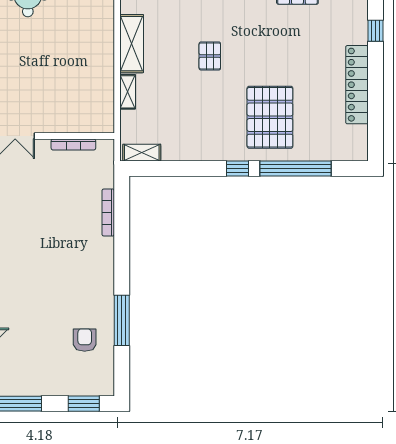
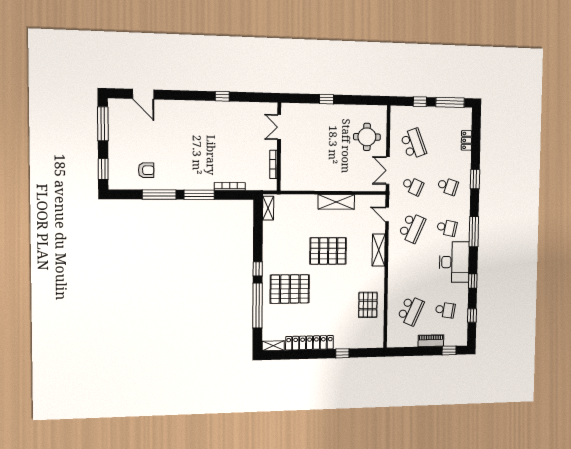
pallet: (210, 56) -> (328, 251), width x2.05, depth x2.00
shelving: (128, 92) -> (273, 346), moved
window: (122, 260) -> (199, 195), added

